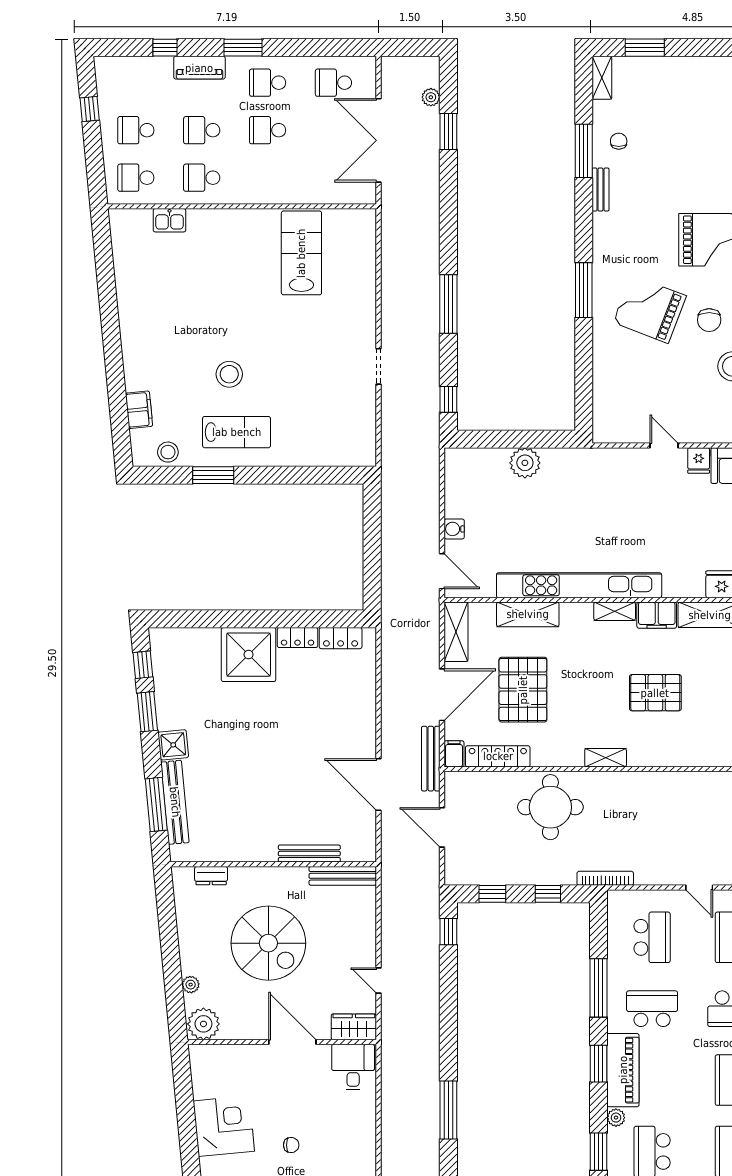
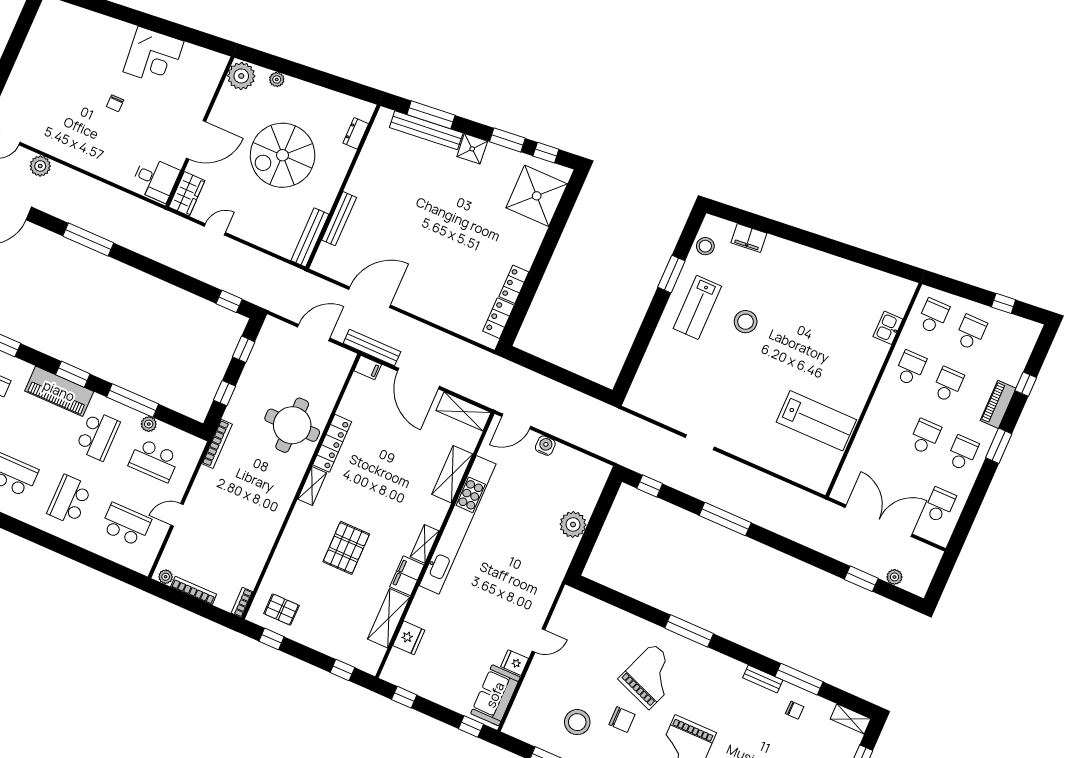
chair: (709, 320) -> (622, 720), turned 180
shower: (249, 655) -> (537, 196), moved
pallet: (523, 690) -> (395, 444), removed
locker: (498, 756) -> (332, 443), moved
plant: (616, 1118) -> (149, 424), moved

